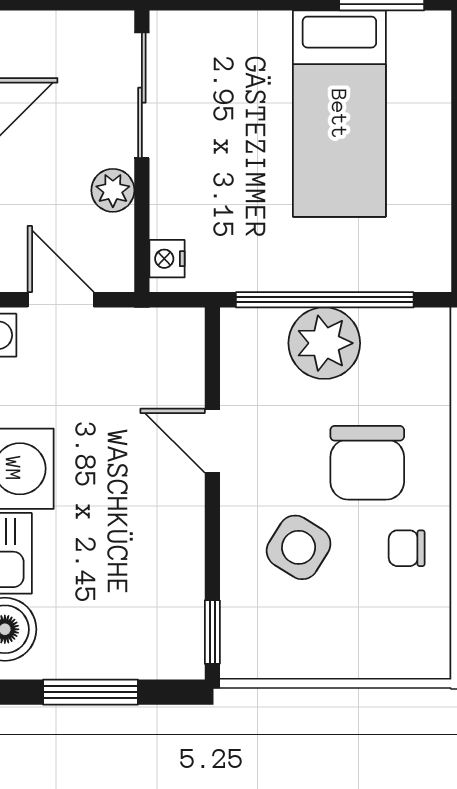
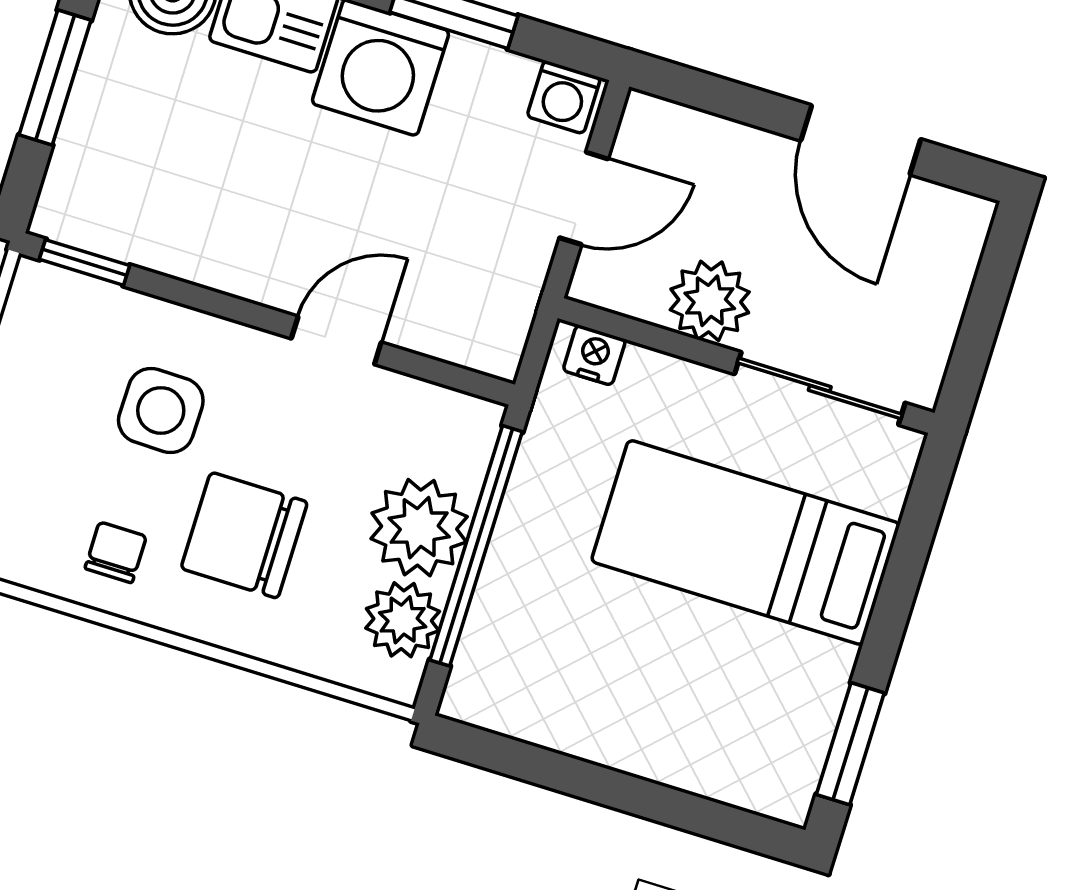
bed: (339, 114) -> (746, 542), moved
plant: (113, 190) -> (710, 301), width x1.38, depth x1.38
plant: (392, 335) -> (403, 620), added
side table: (299, 547) -> (161, 410), turned -31

